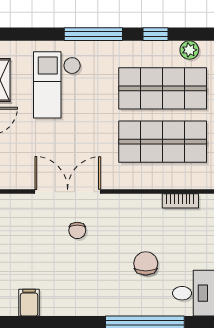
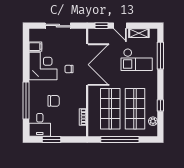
window: (93, 34) -> (160, 56), moved
checkout: (57, 85) -> (137, 60), turned 180
double door: (68, 192) -> (87, 65), width x1.36
corner desk: (71, 286) -> (43, 66), added

